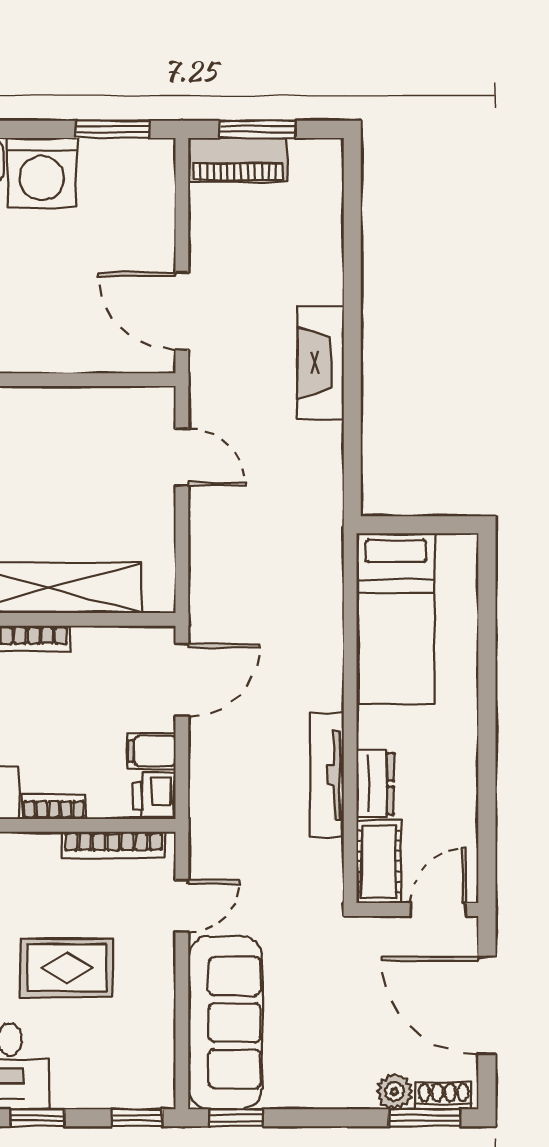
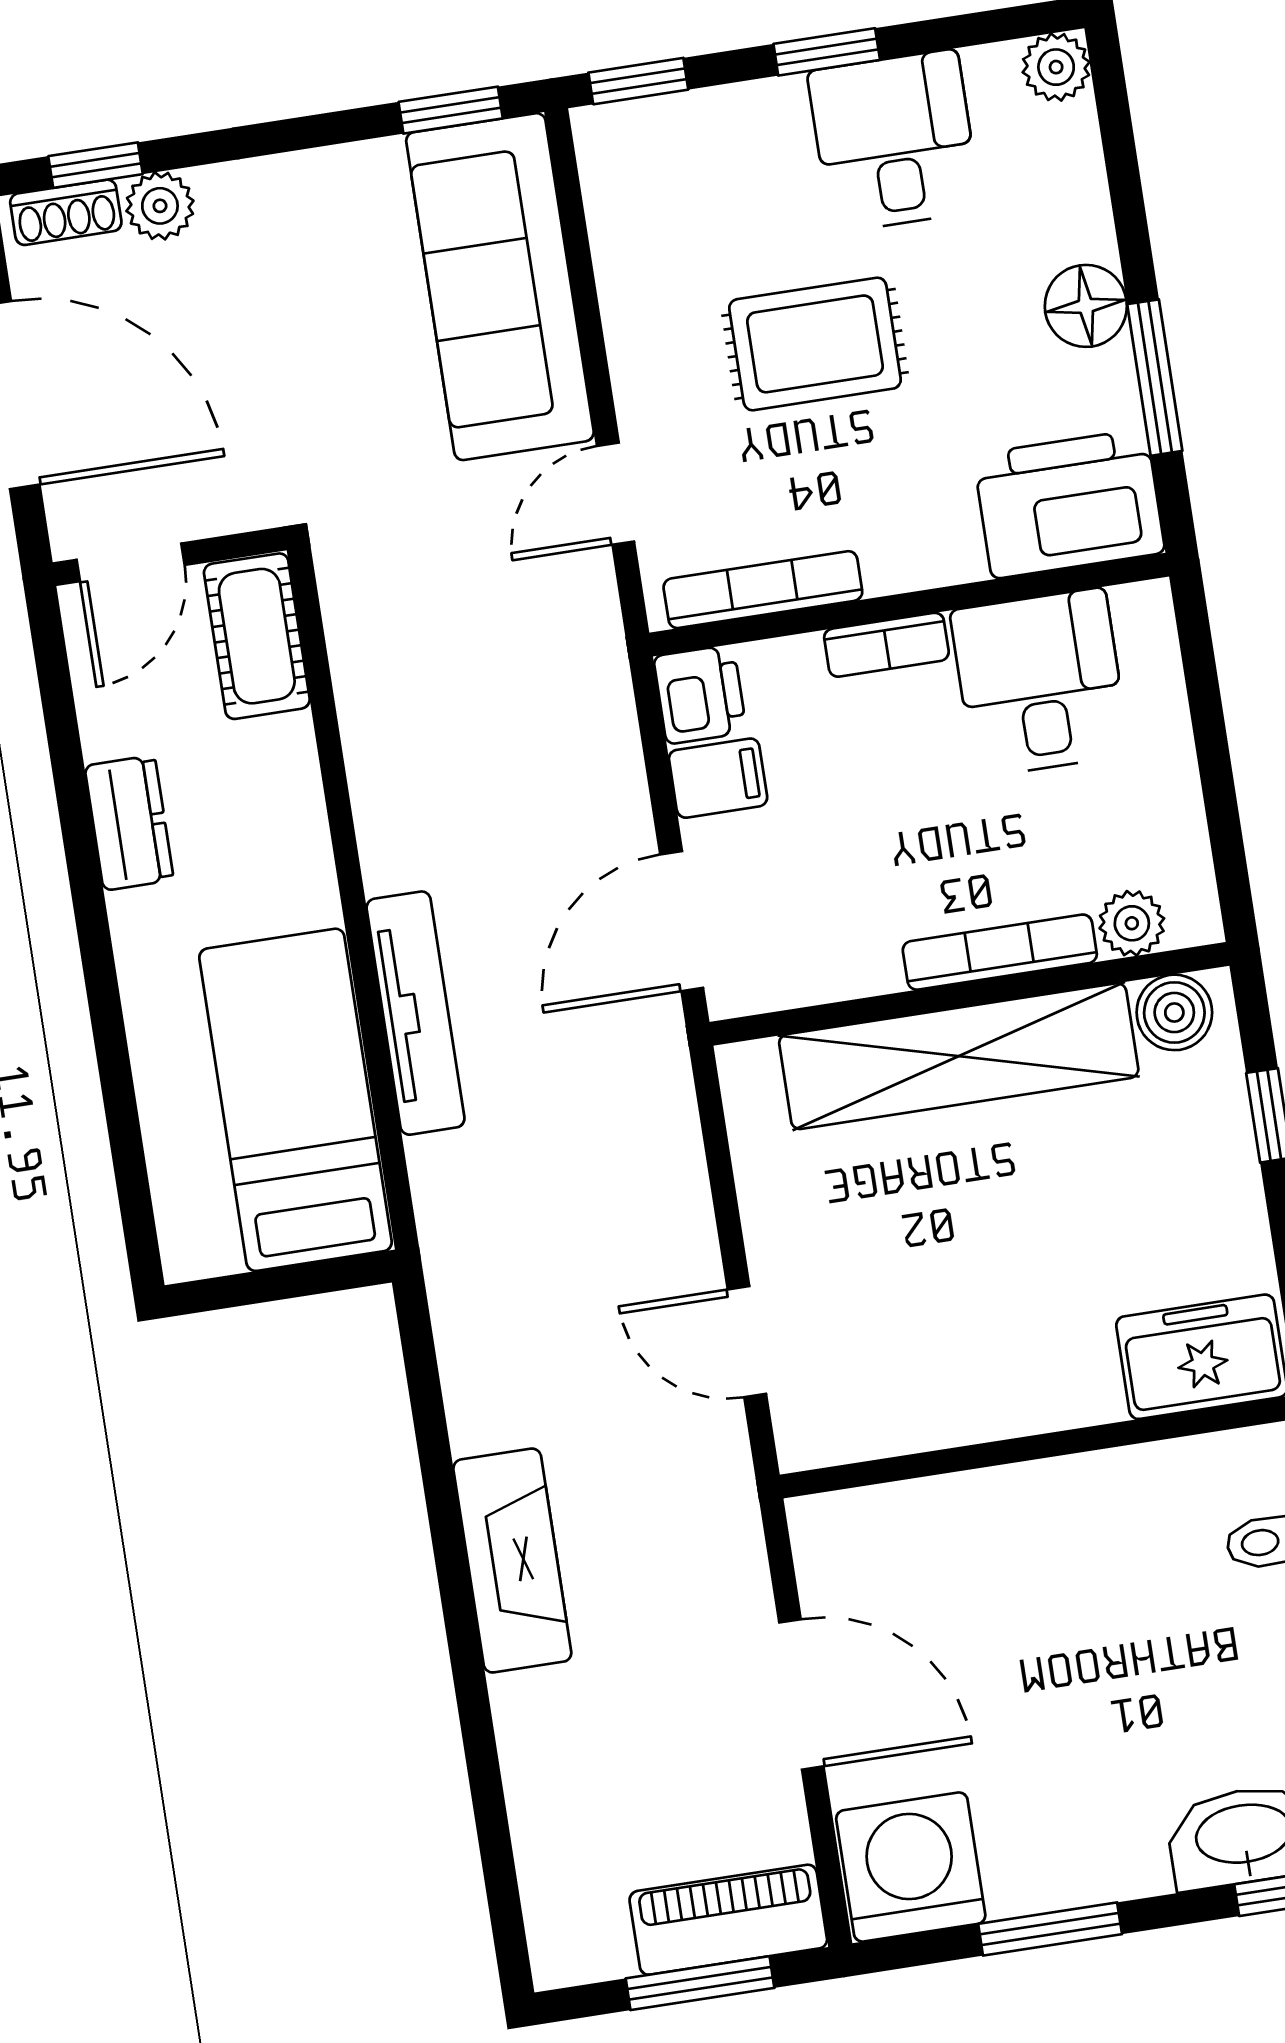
window: (113, 129) -> (1050, 1929), moved
washing machine: (42, 173) -> (911, 1867), moved
door: (182, 311) -> (801, 1694), moved
tv unit: (327, 775) -> (415, 1013), moved
dresser: (375, 784) -> (129, 823), moved, turned 180
window: (424, 1118) -> (96, 165), width x0.67

